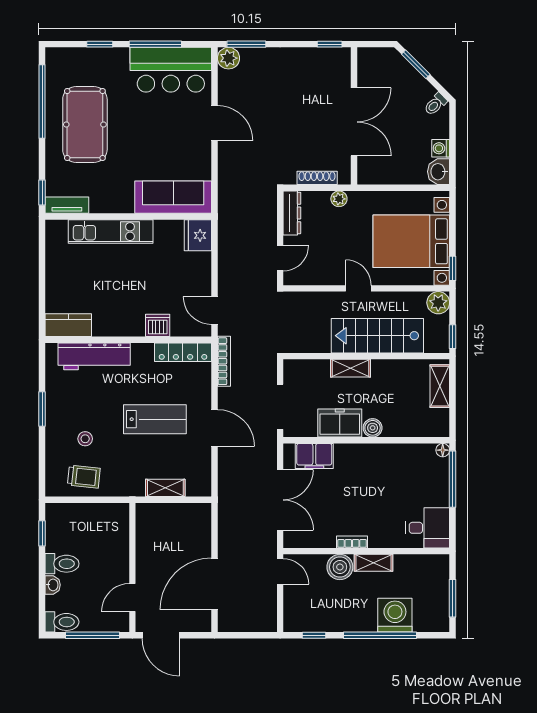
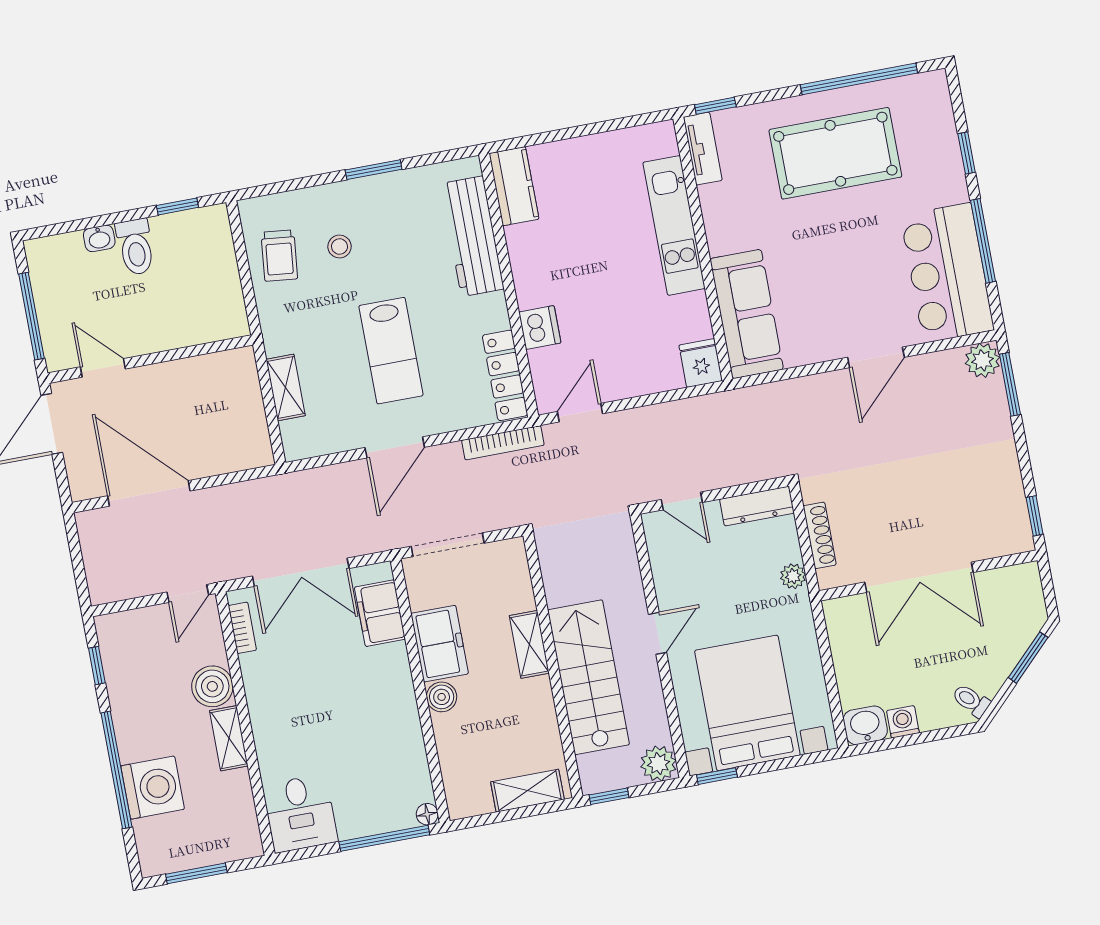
fridge: (198, 235) -> (701, 363), width x0.72
bookcase: (352, 542) -> (242, 628), moved
toilet: (62, 622) -> (44, 264), removed

